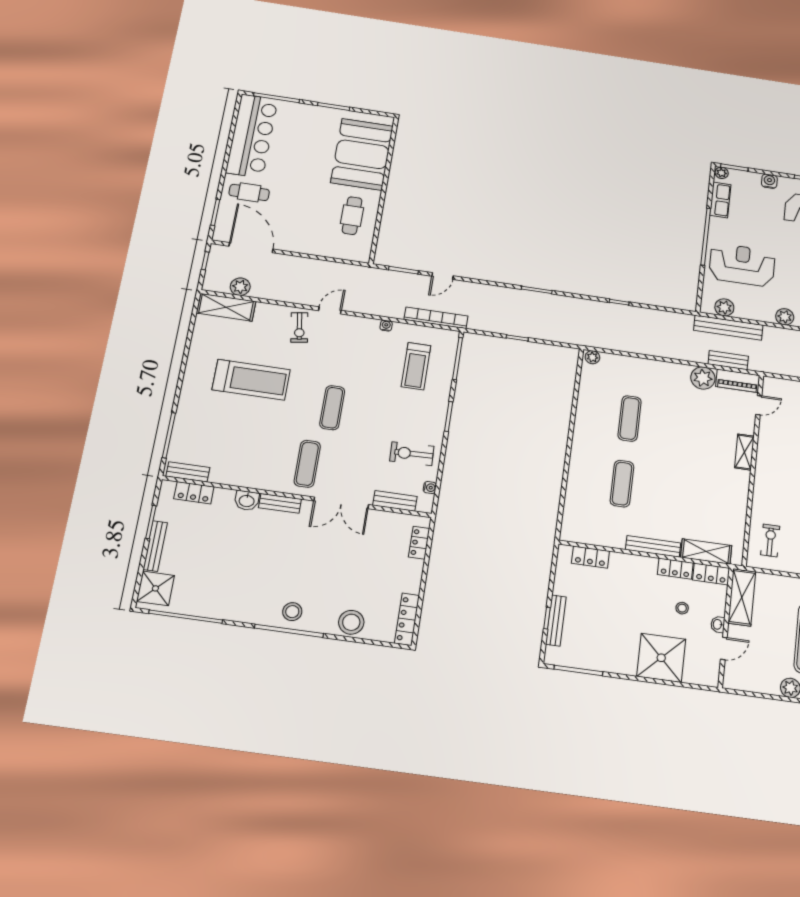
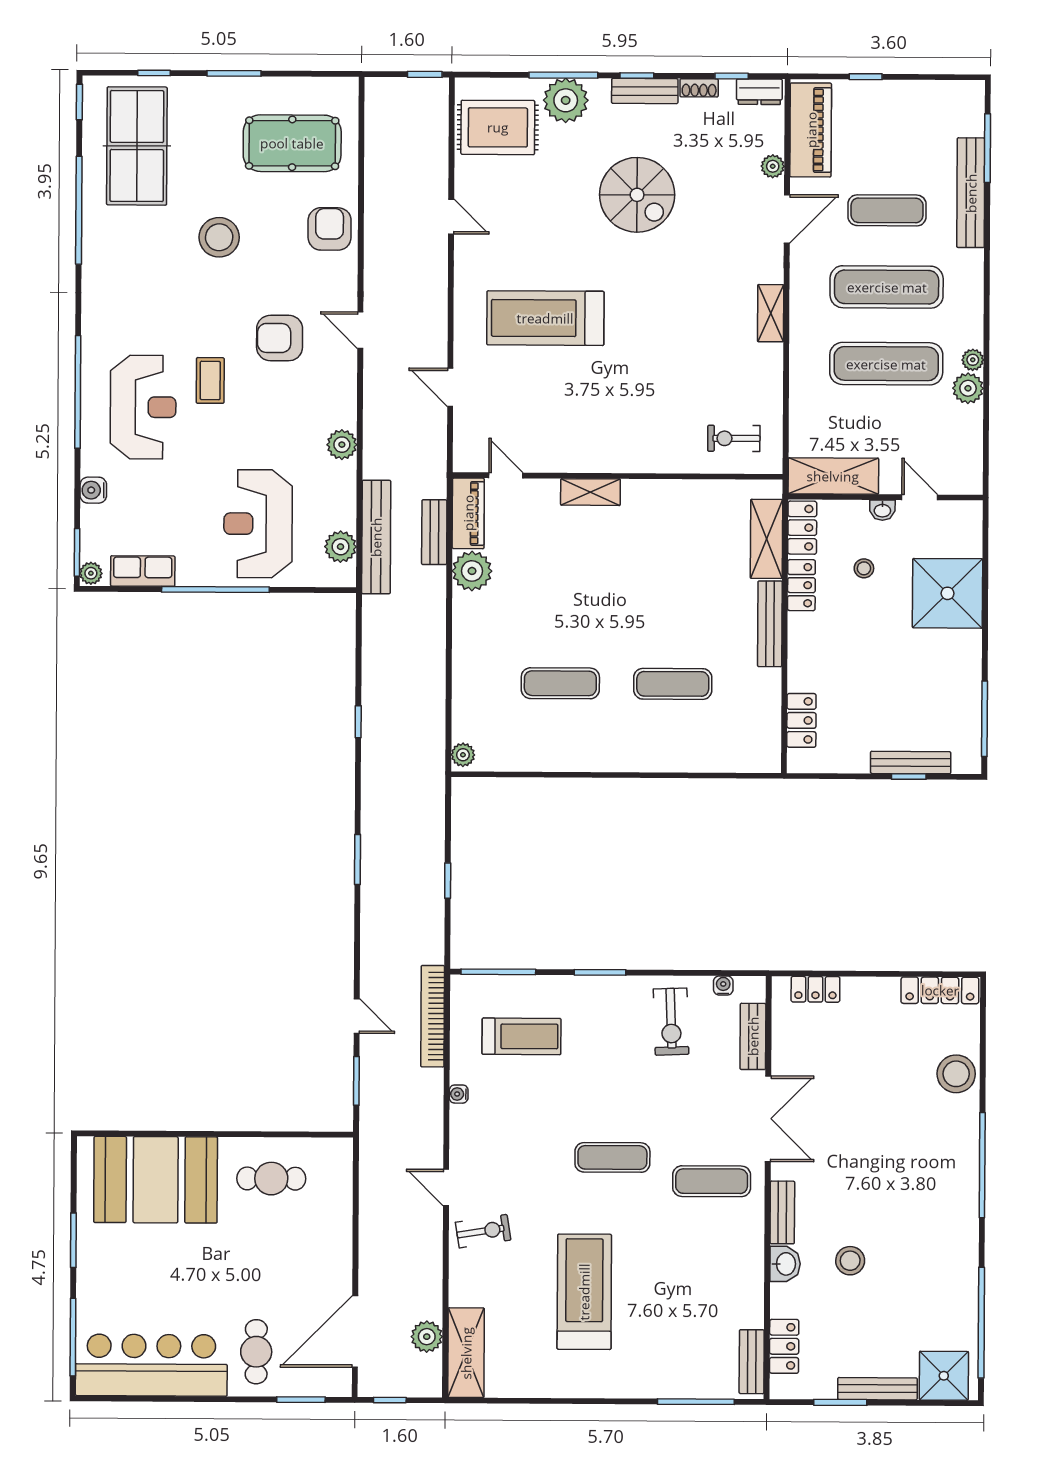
stool: (292, 612) -> (850, 1261), moved

